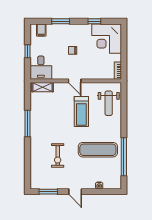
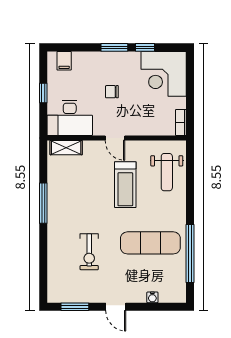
window: (61, 21) -> (114, 47), moved
desk: (41, 68) -> (70, 118), width x1.37

